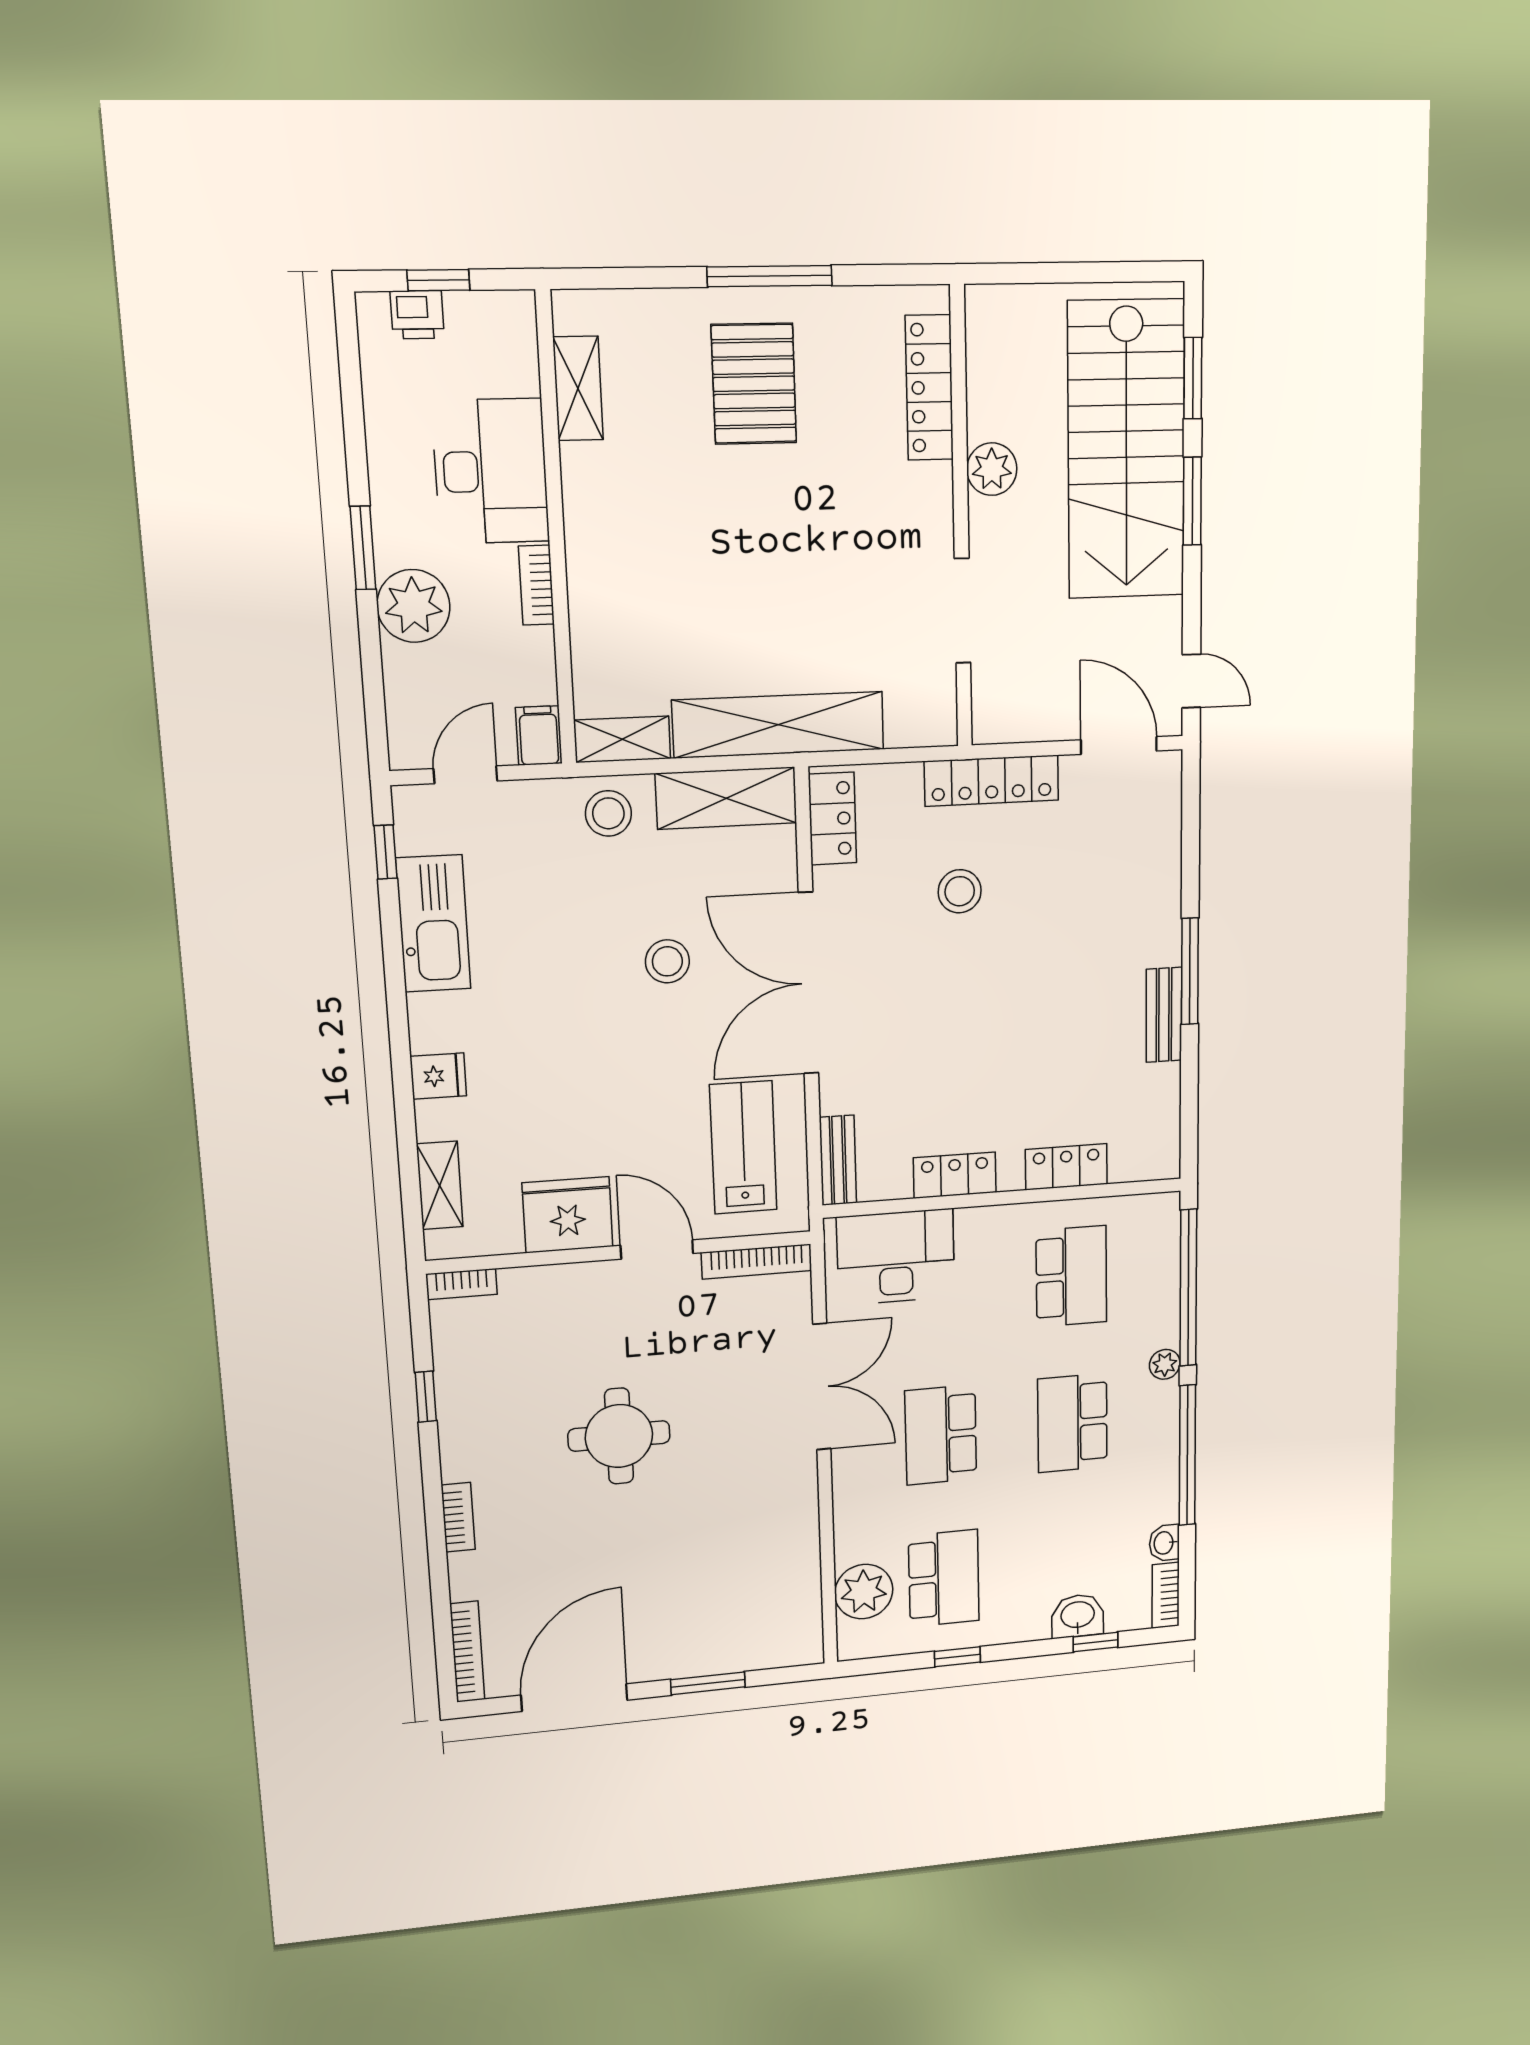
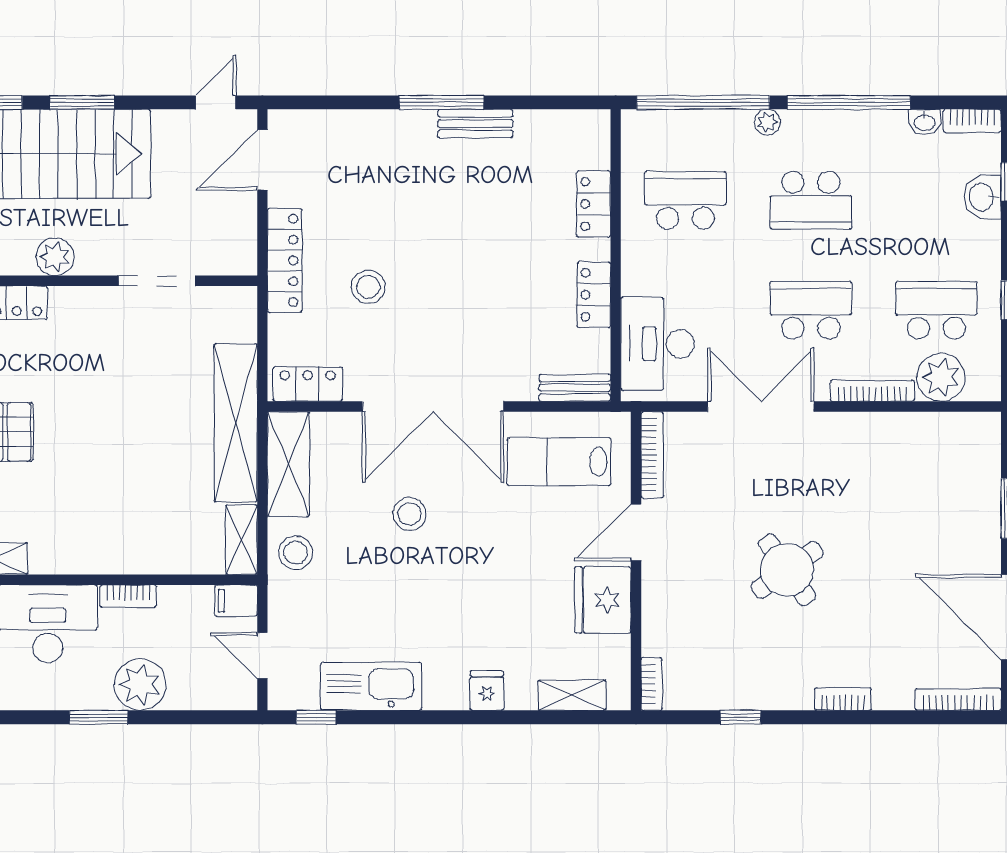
school desk: (941, 1435) -> (811, 310), turned 180
round table: (619, 1436) -> (787, 570), turned -35
bookcase: (845, 1515) -> (872, 391), added

